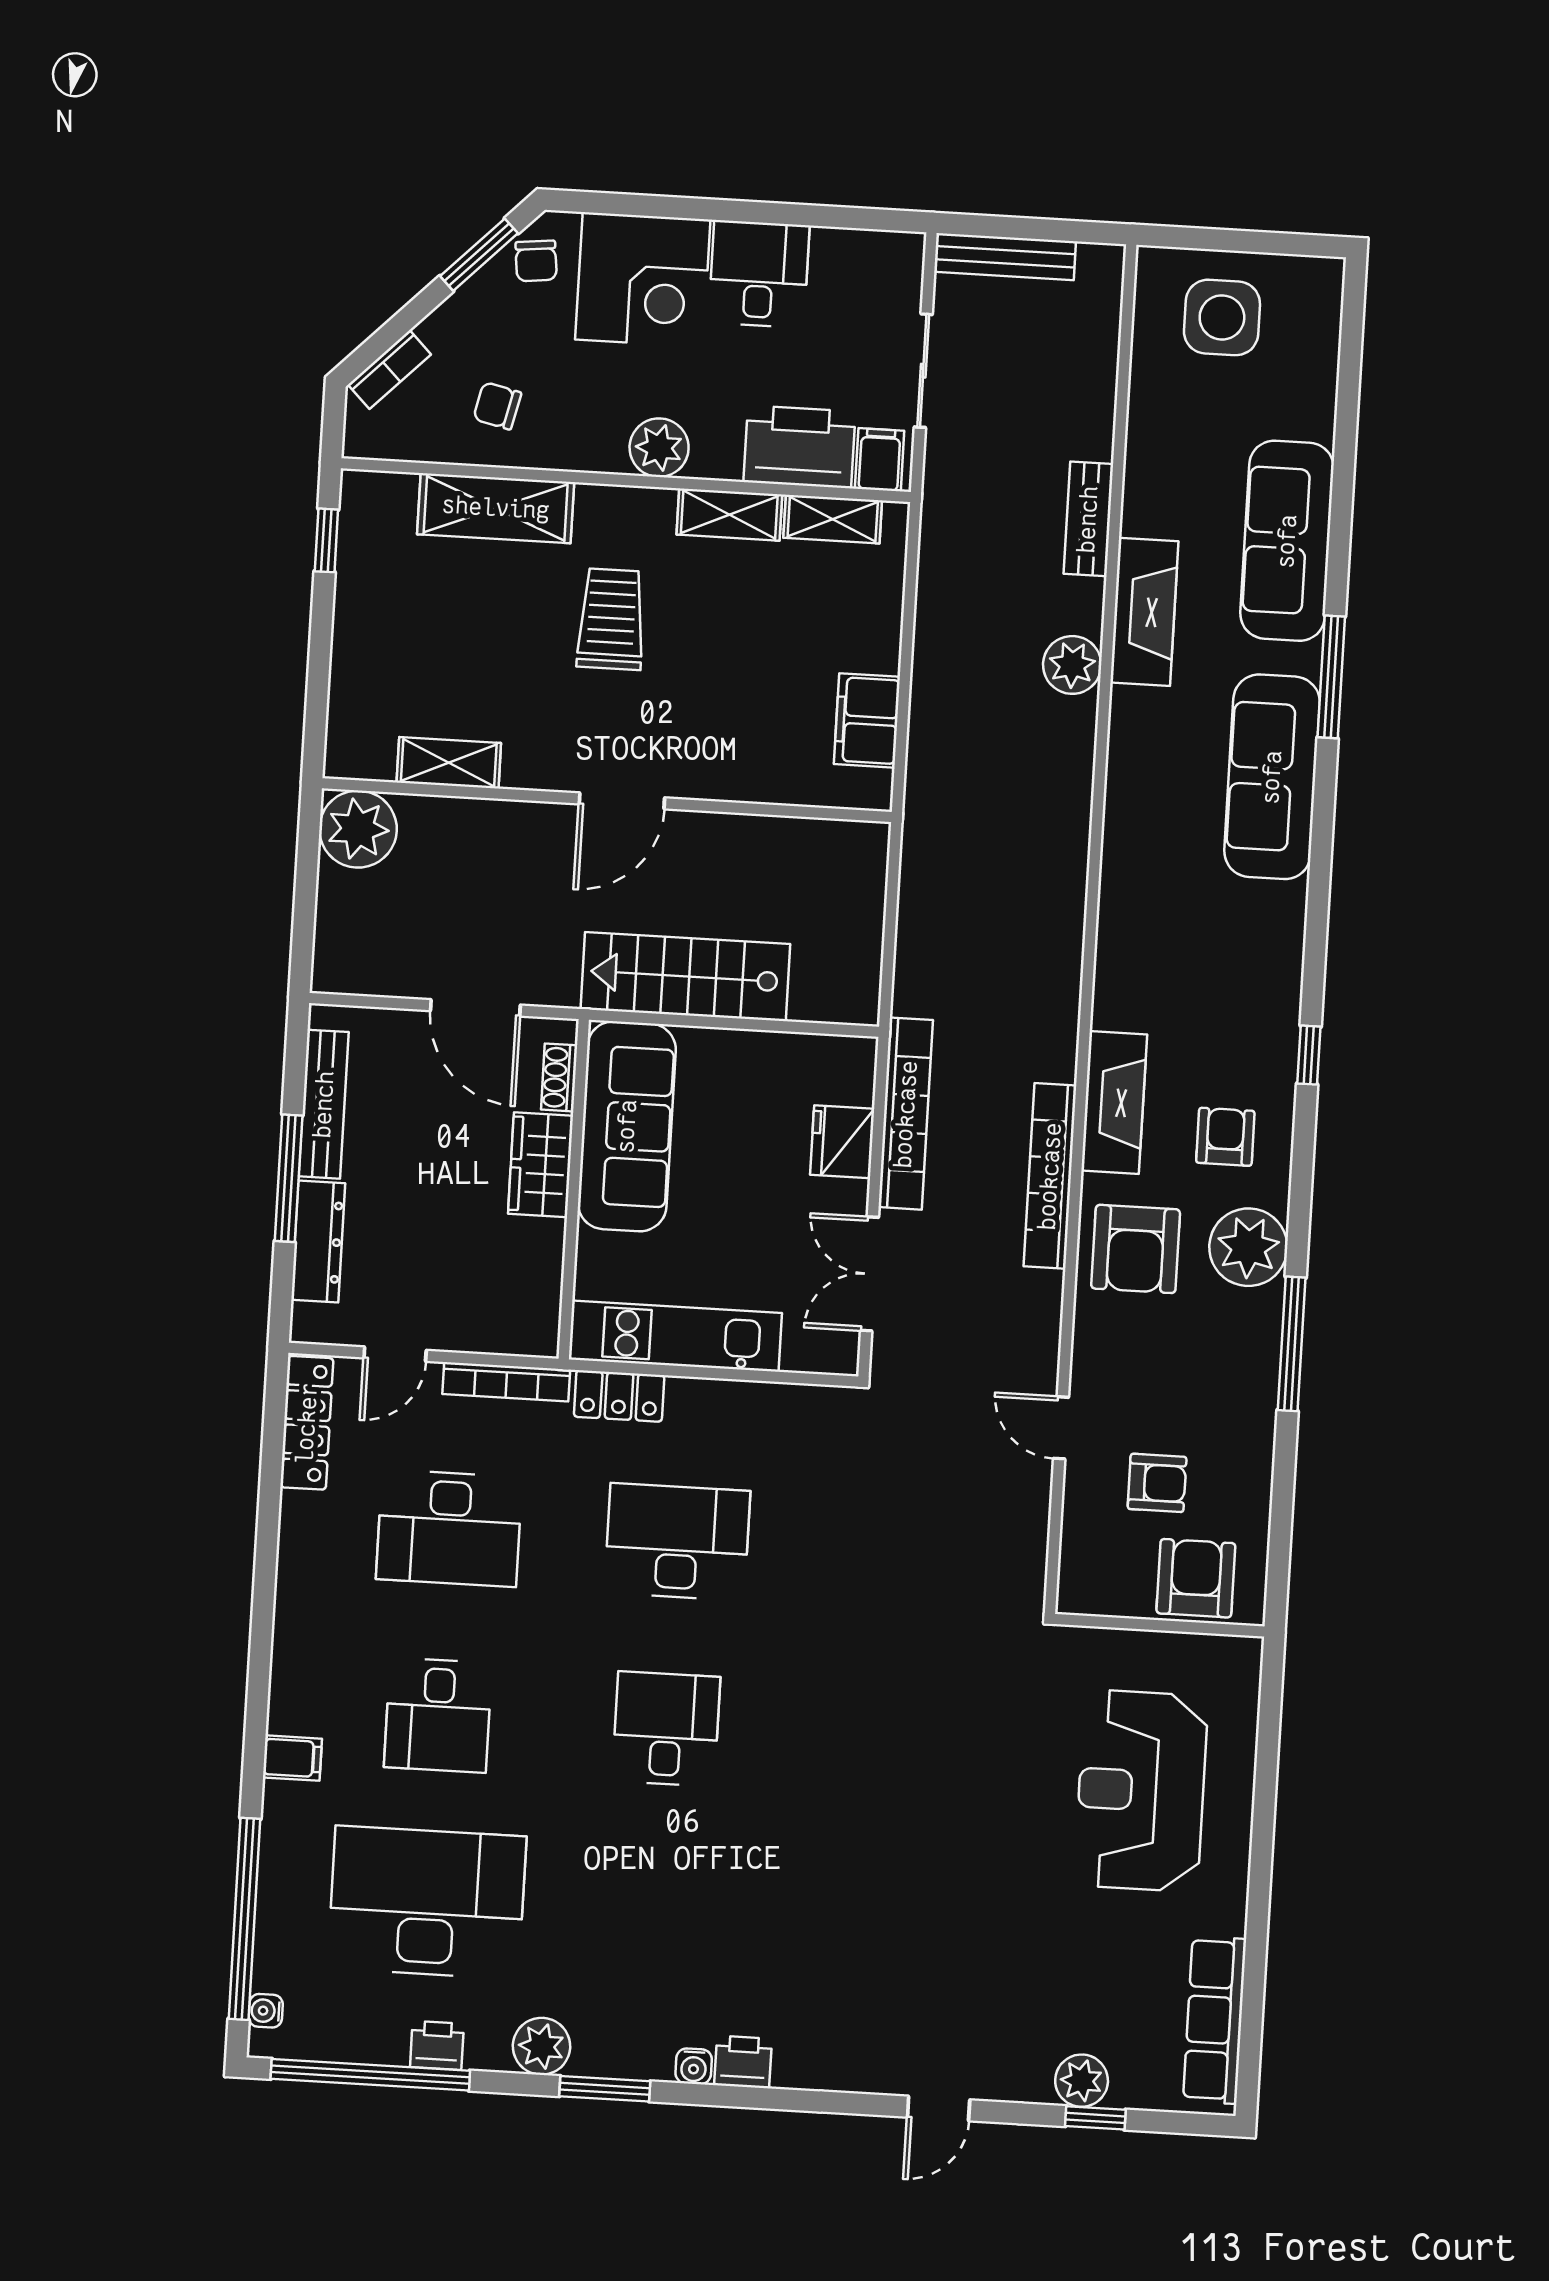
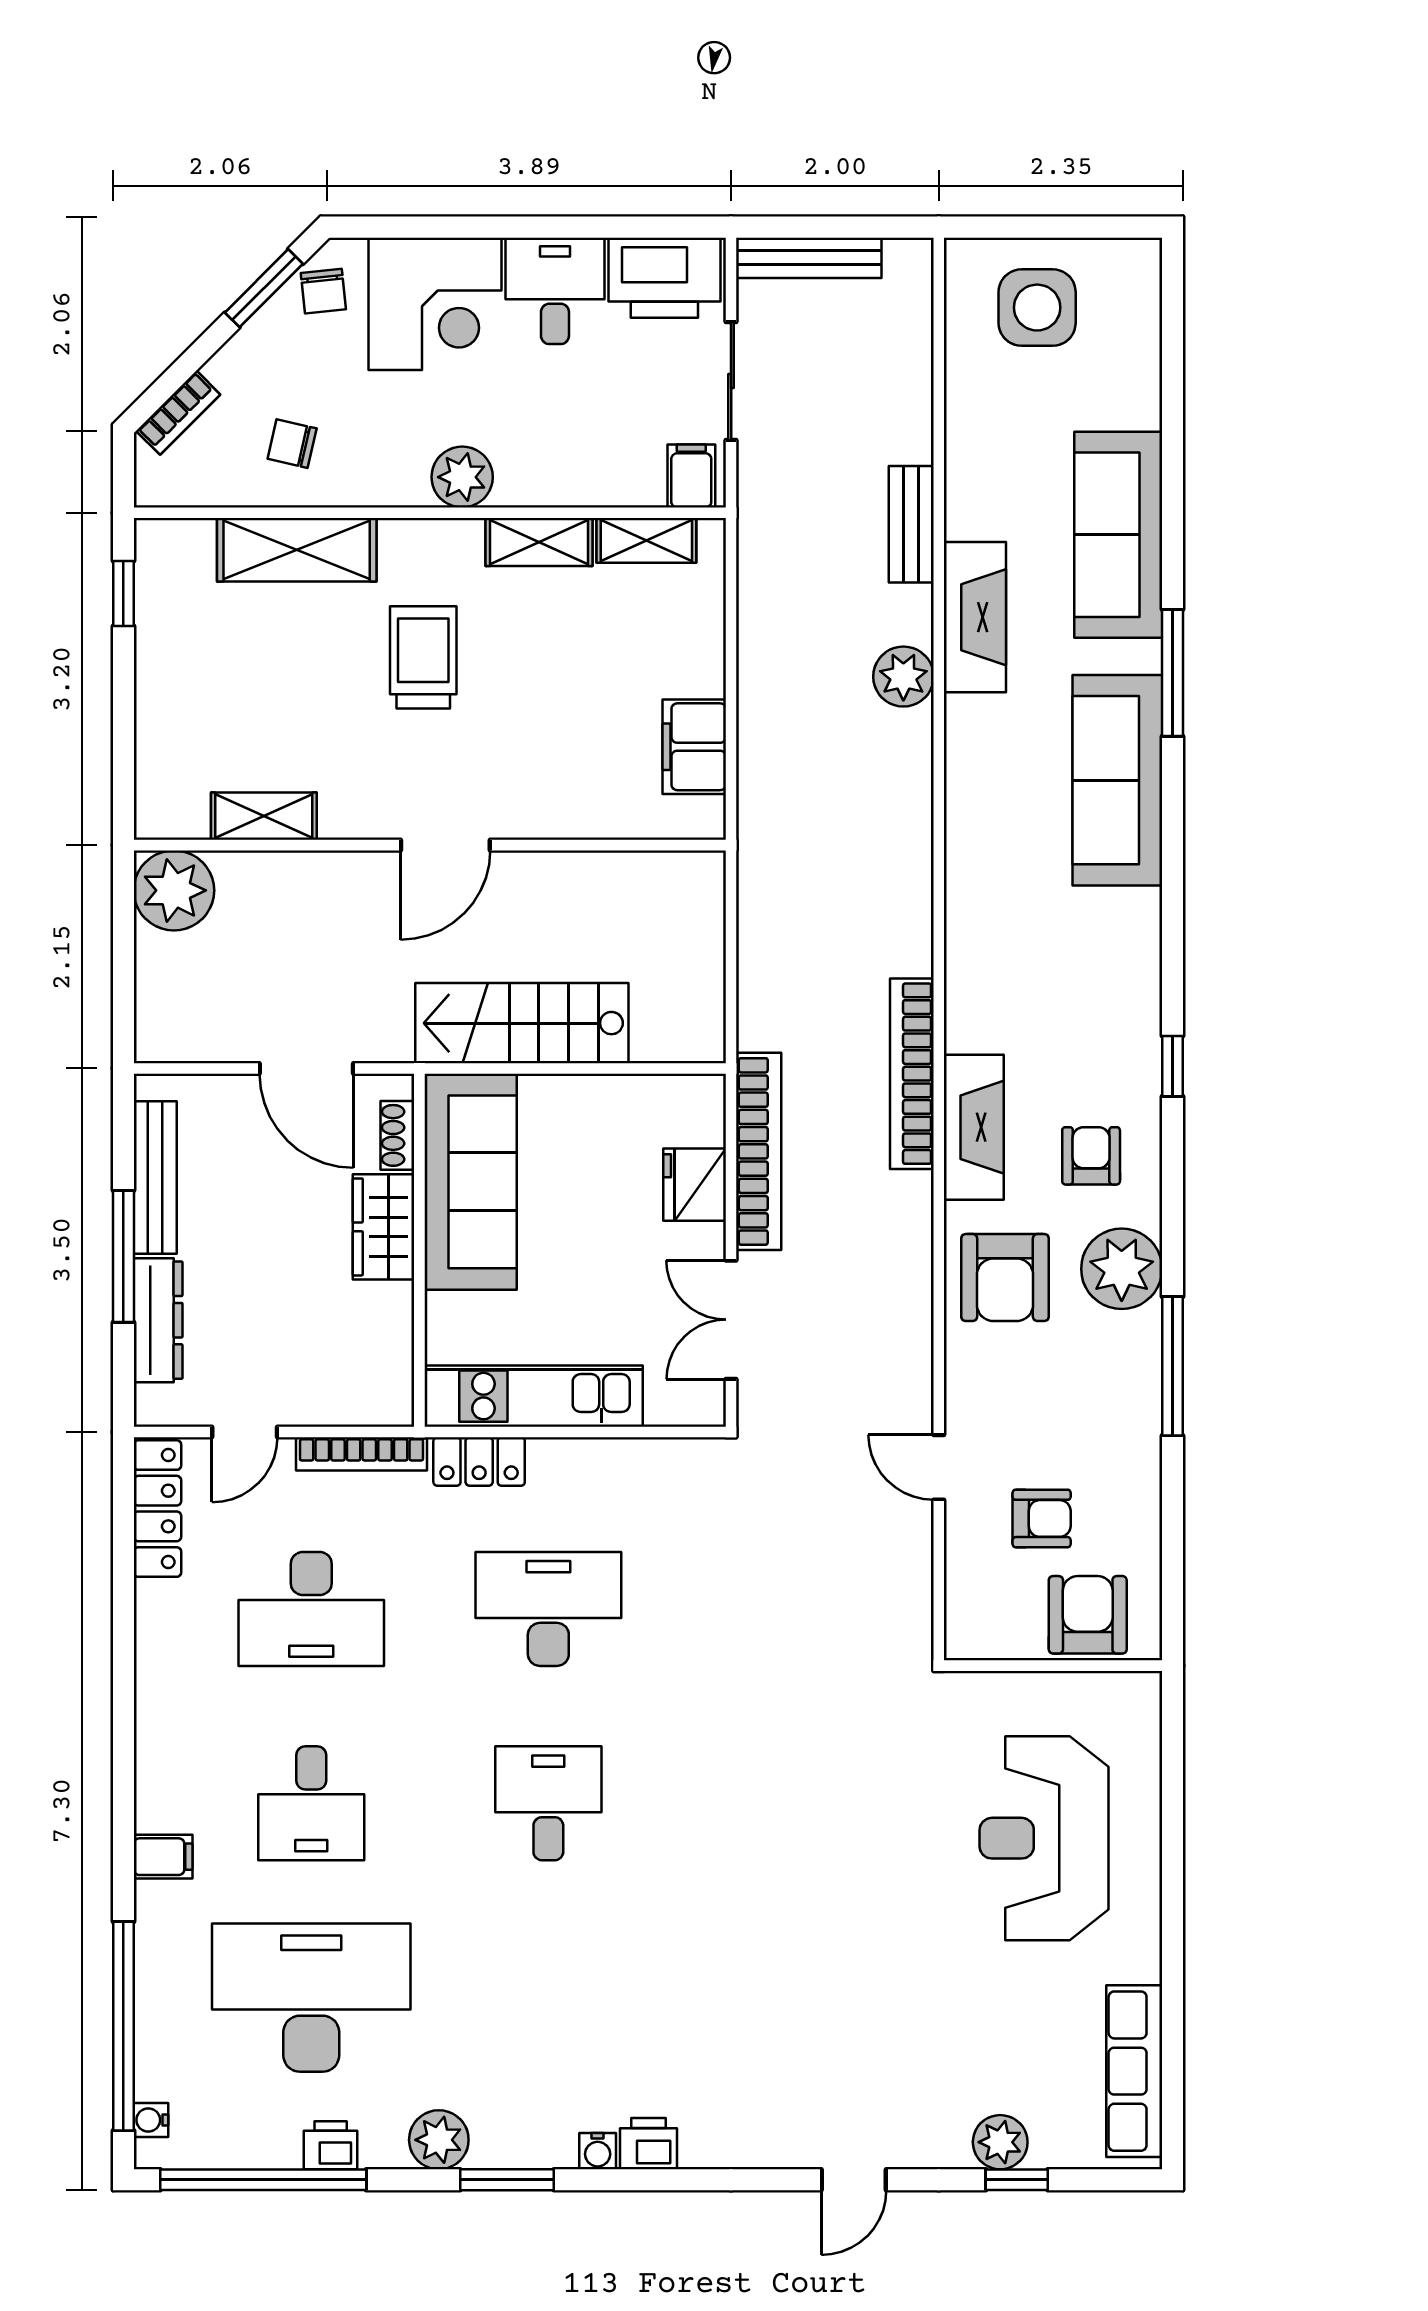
printer: (799, 447) -> (664, 278), moved, turned 180
bookcase: (1050, 1176) -> (912, 1074), moved

